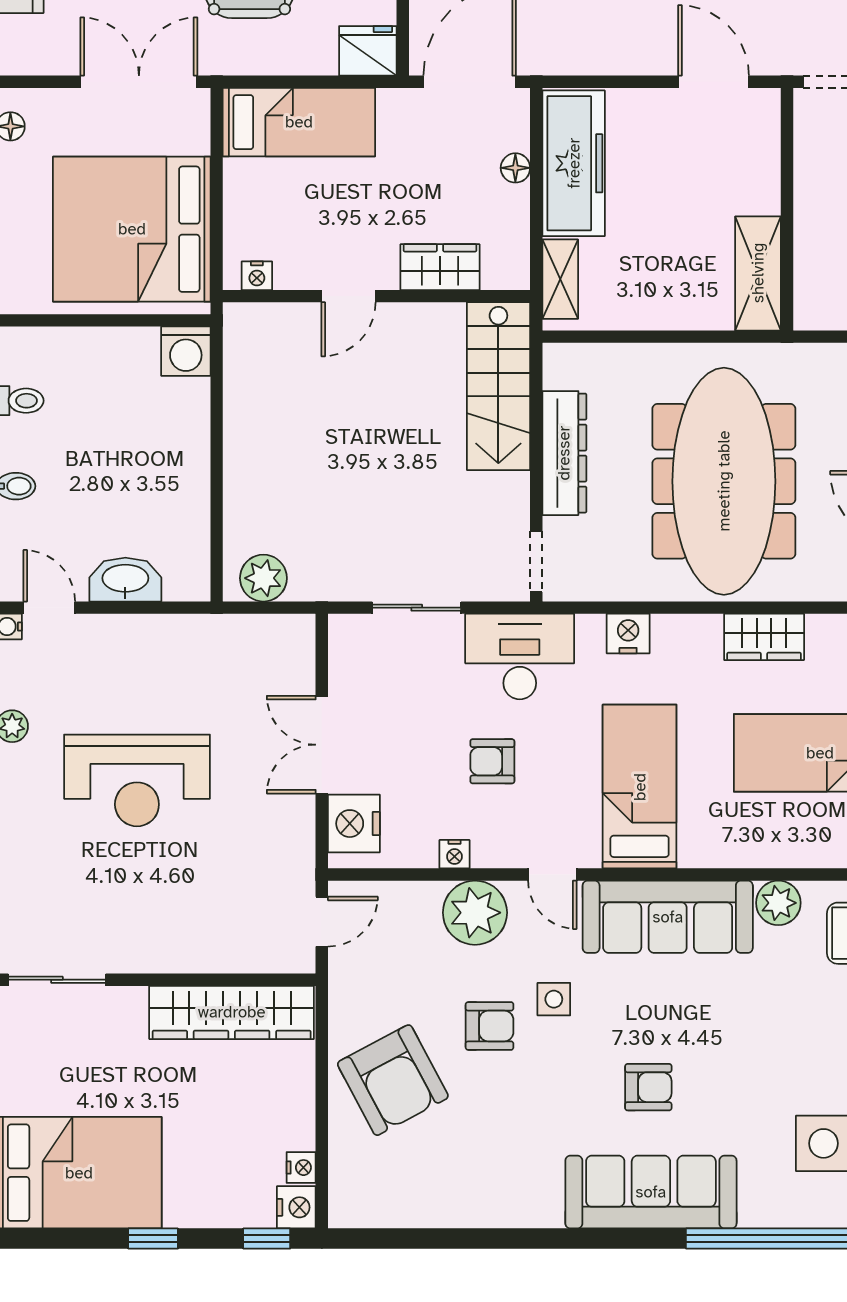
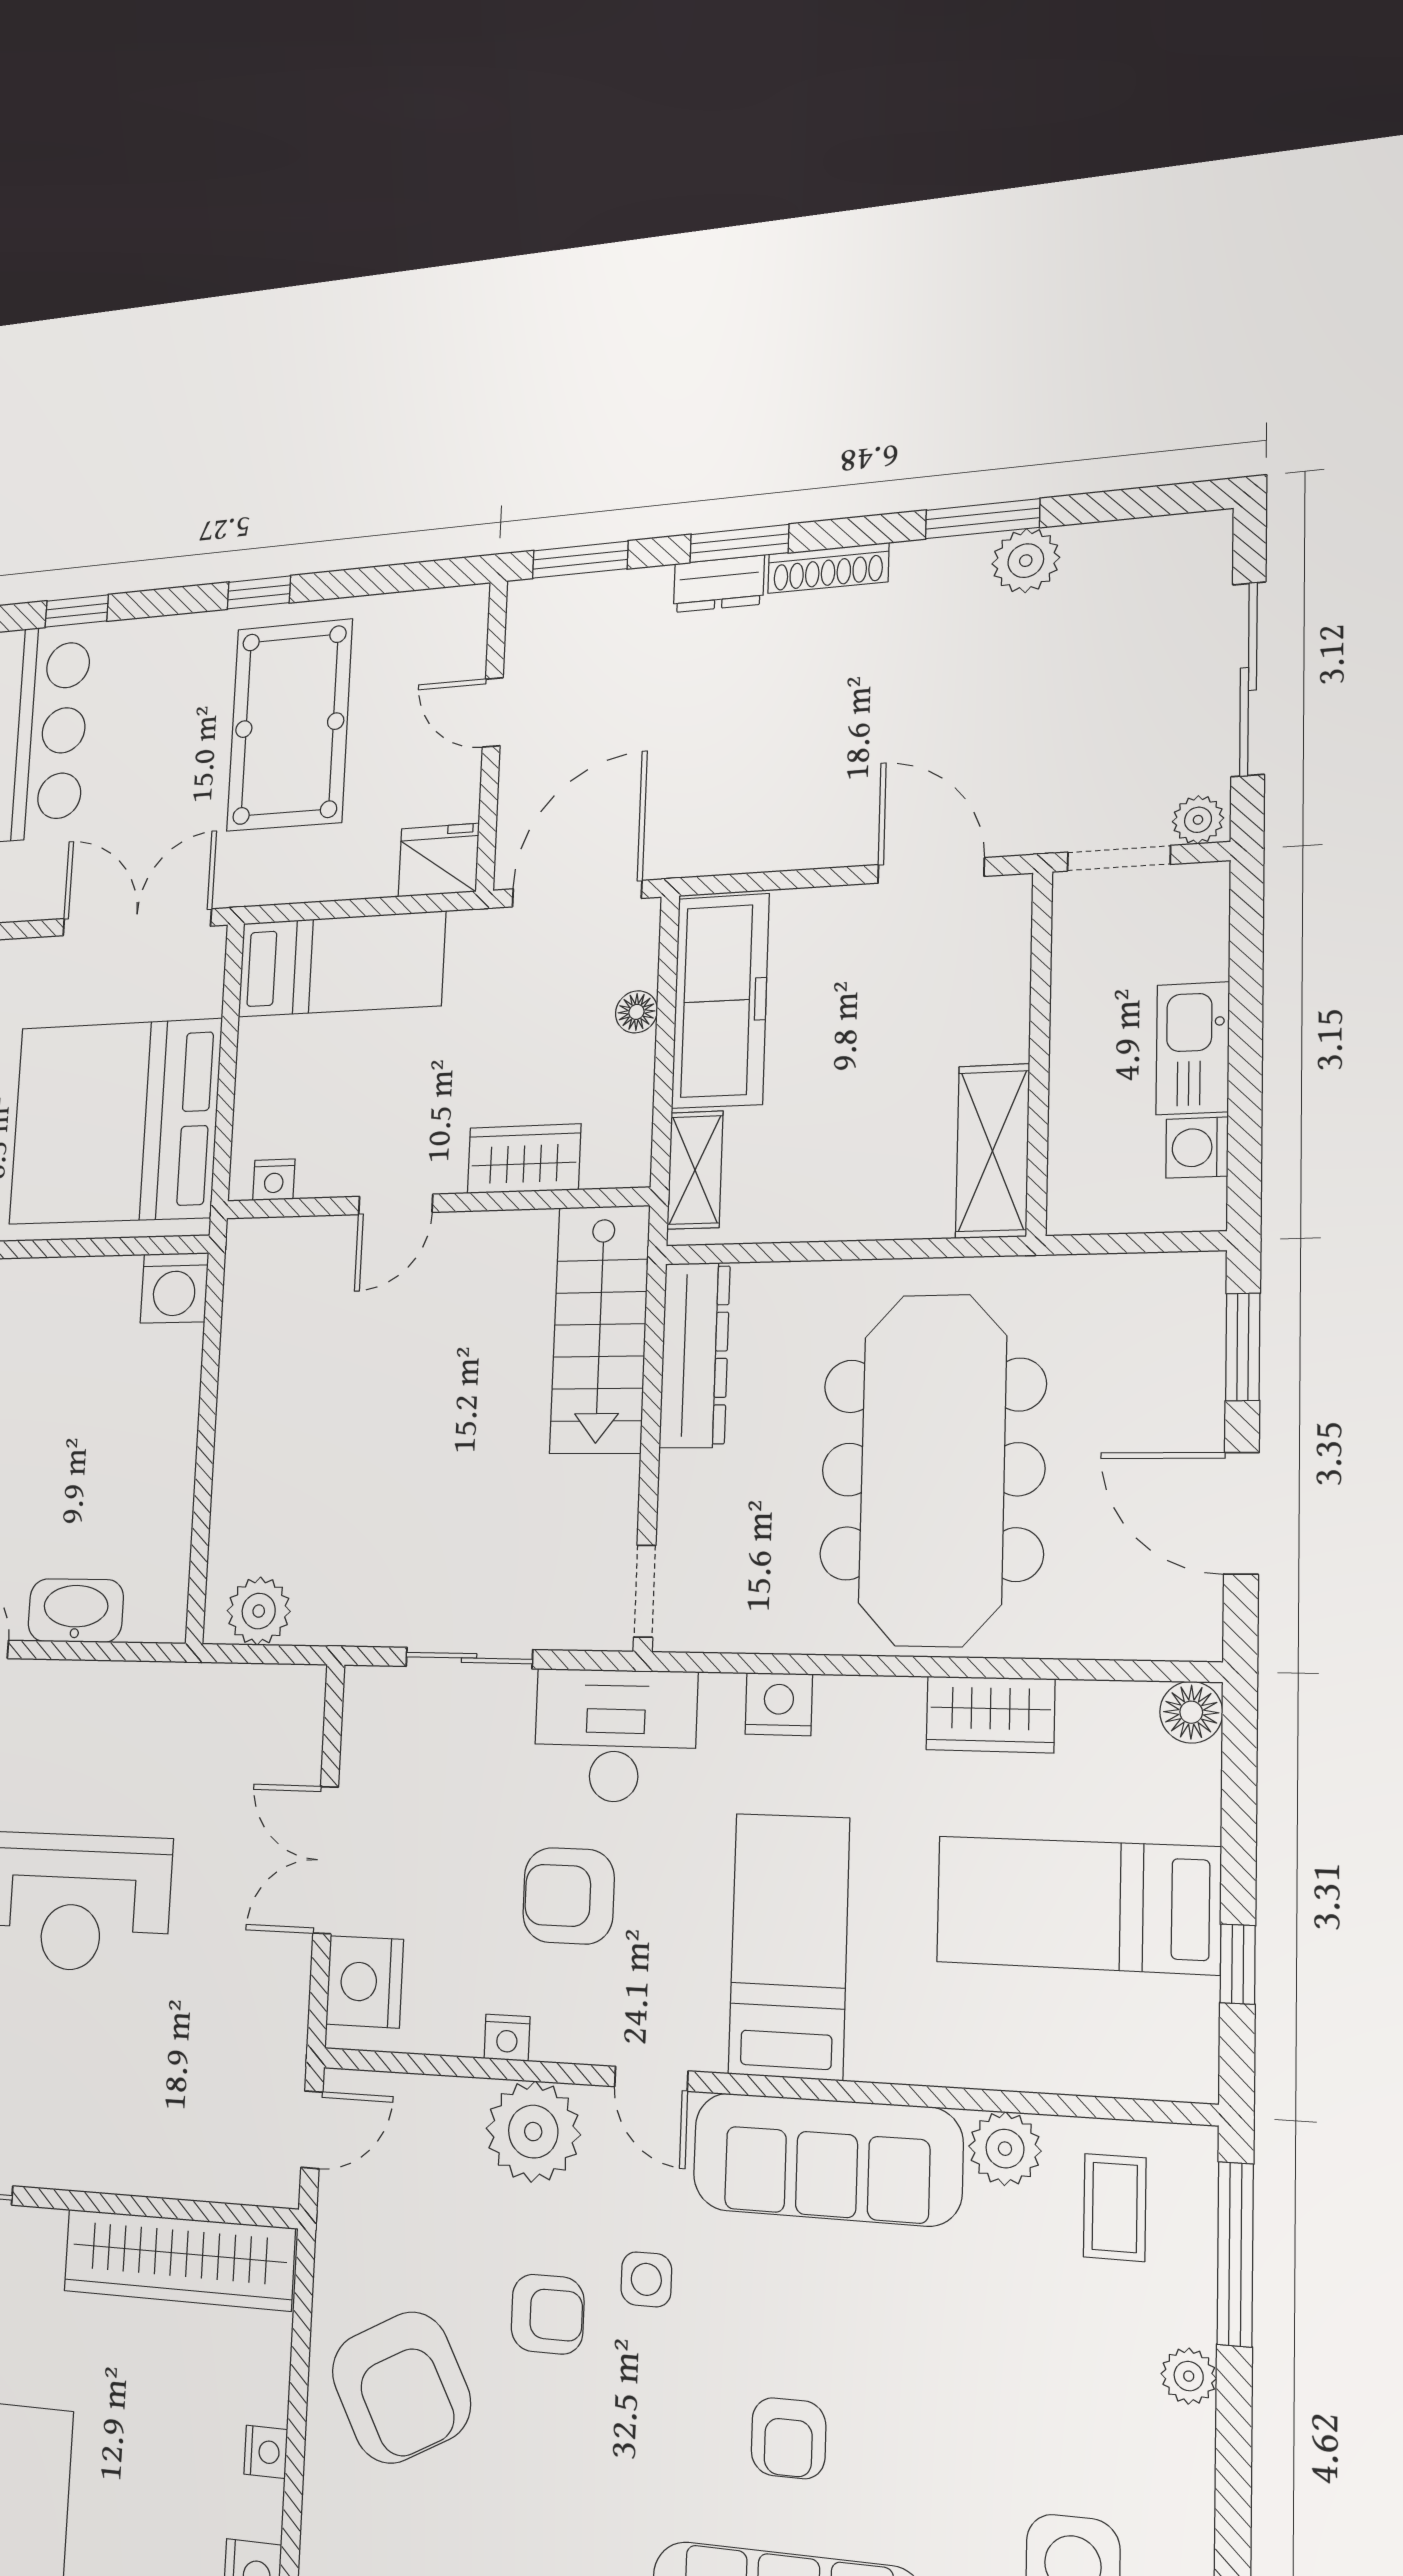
dresser: (564, 453) -> (695, 1355), moved
armchair: (492, 761) -> (569, 1896), width x1.38, depth x1.38
armchair: (648, 1087) -> (788, 2438), turned 90
nightstand: (301, 1168) -> (266, 2452), moved

